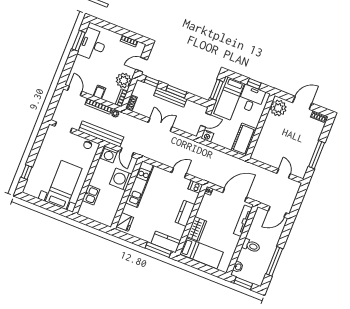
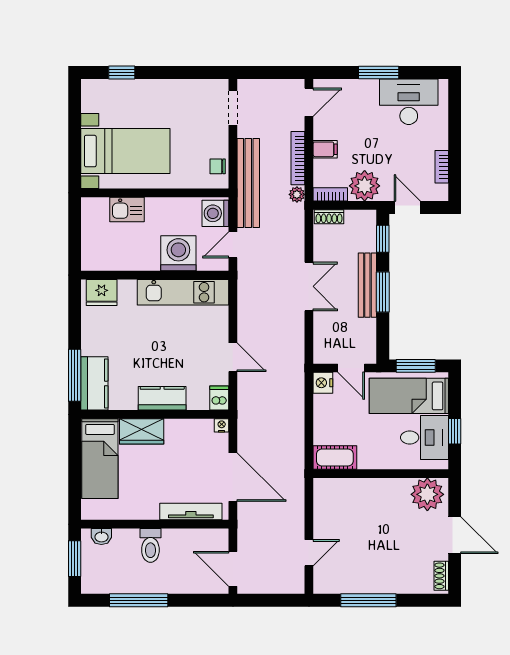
window: (79, 41) -> (379, 72), moved
cot: (244, 140) -> (335, 457), width x0.73, depth x0.75

